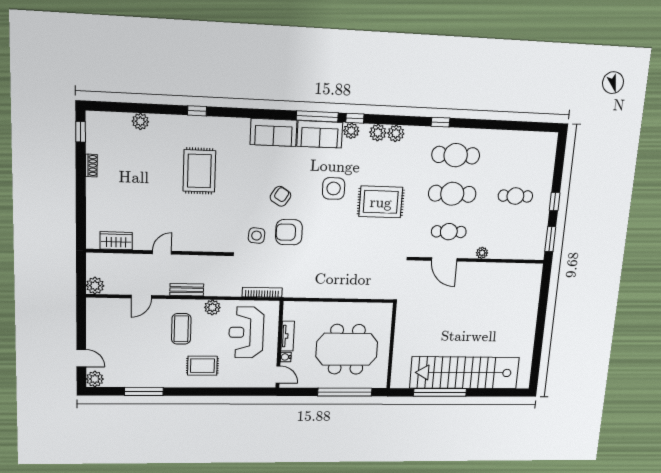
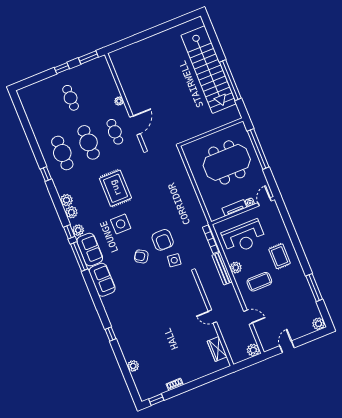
rug: (199, 171) -> (148, 316), removed
bench: (187, 290) -> (222, 269), moved, width x1.36
meeting table: (347, 349) -> (227, 162), turned 90
door: (81, 358) -> (287, 347), moved

